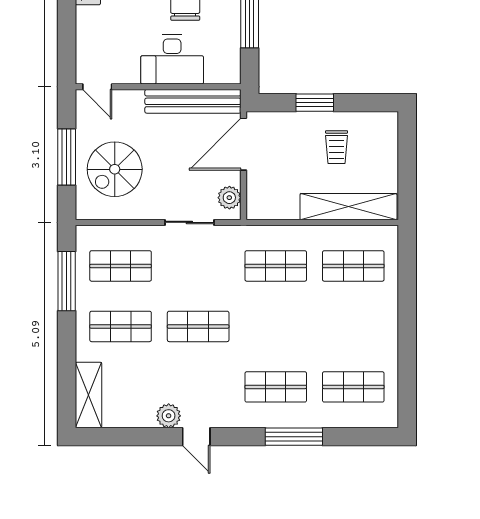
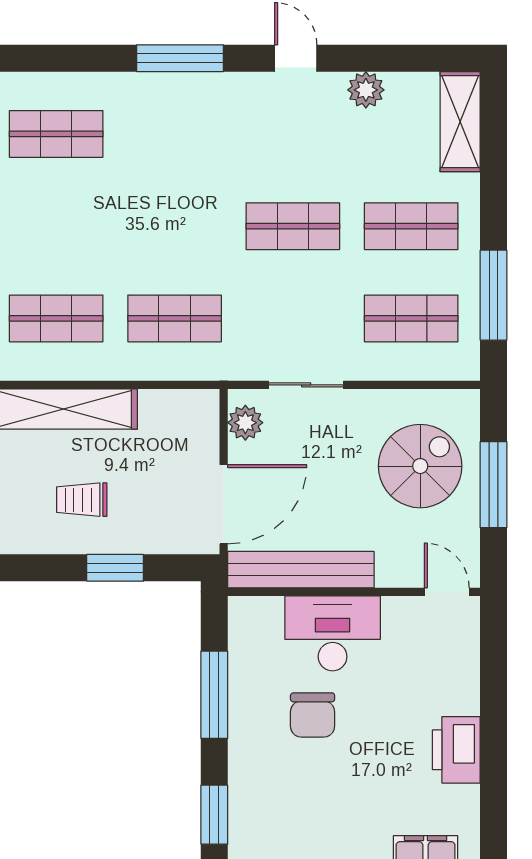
trolley: (337, 147) -> (82, 500), turned -90
shop shelf: (276, 387) -> (175, 134), removed
plant: (169, 416) -> (366, 90), moved
window: (294, 437) -> (180, 58), moved

